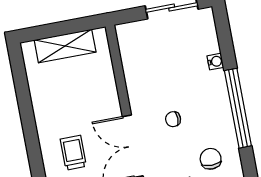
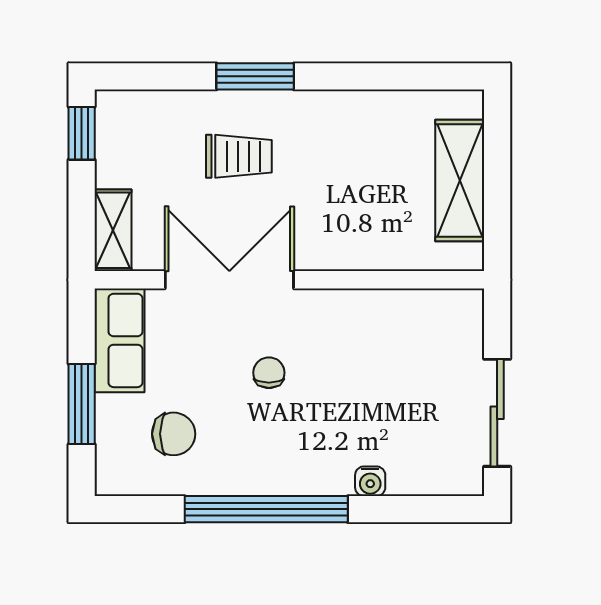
window: (34, 152) -> (255, 76), added

